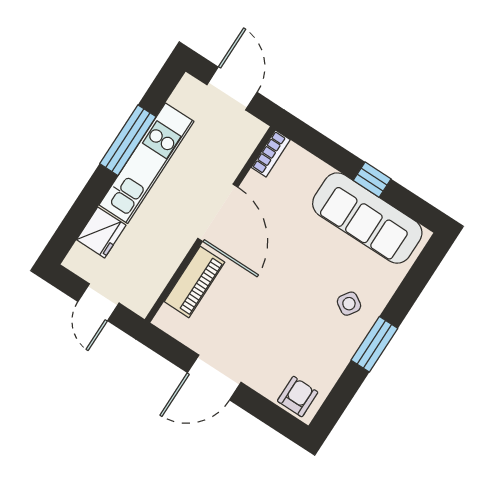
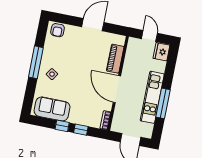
window: (334, 155) -> (81, 130), added
sofa: (367, 218) -> (52, 109), width x0.73
fridge: (101, 232) -> (161, 52), moved
window: (374, 344) -> (36, 62), width x1.44

